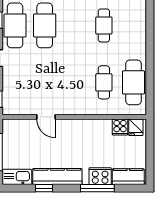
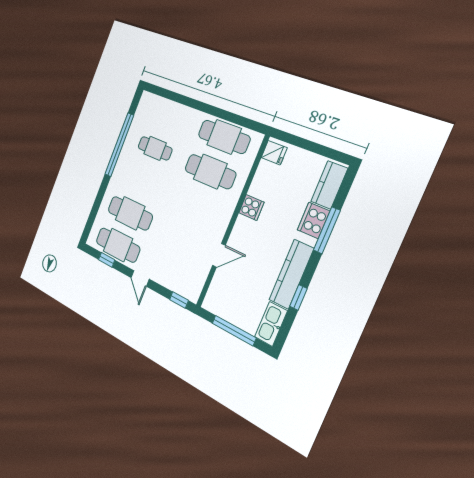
cafe table: (104, 82) -> (210, 172), width x1.37, depth x1.35
cooker: (120, 127) -> (251, 207), moved

